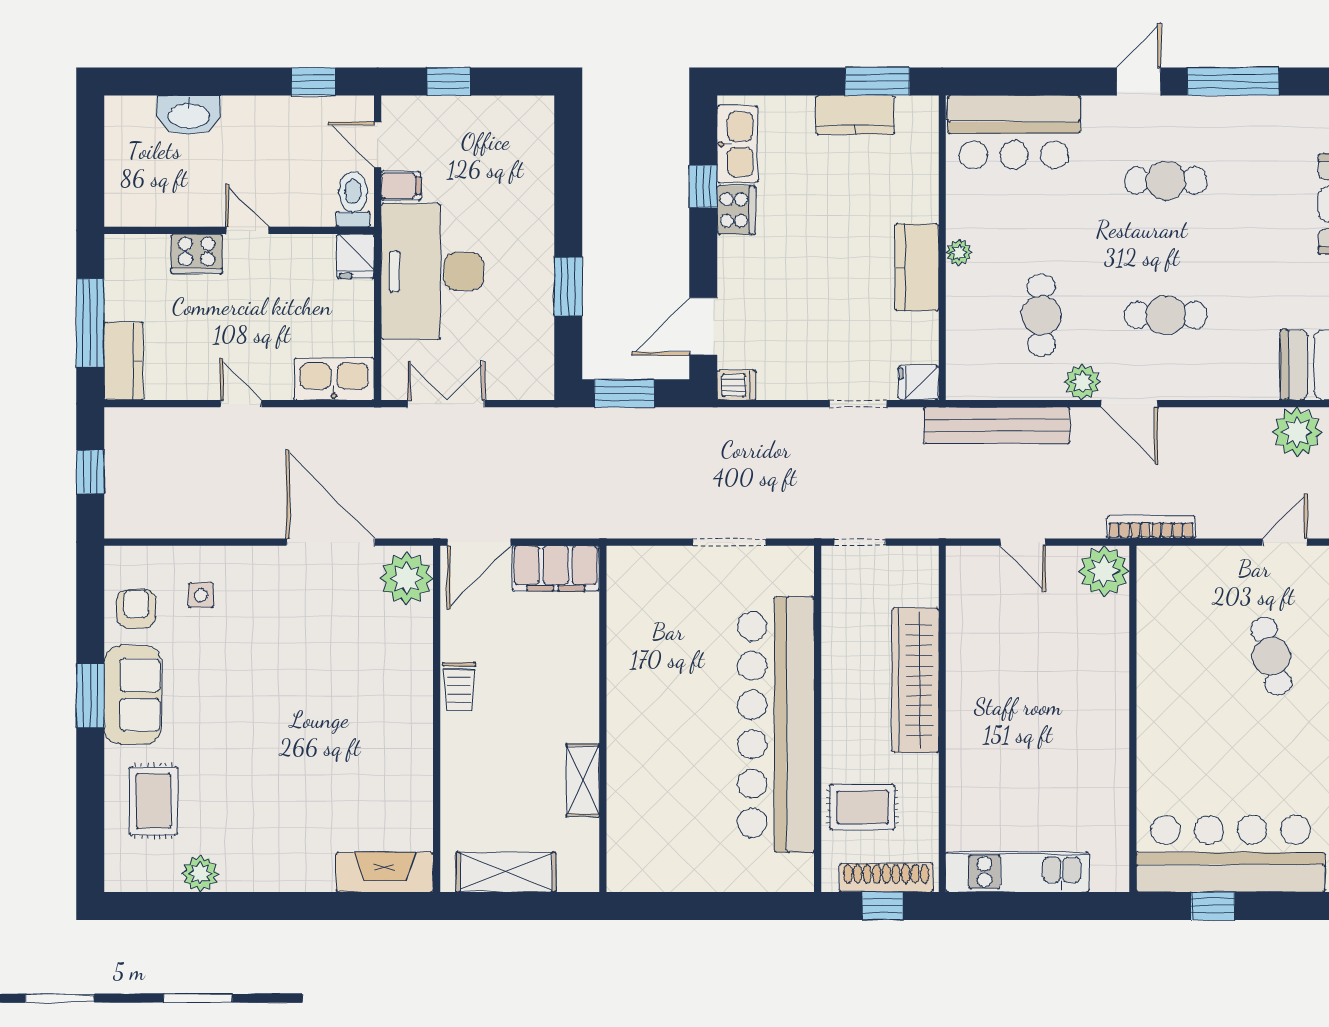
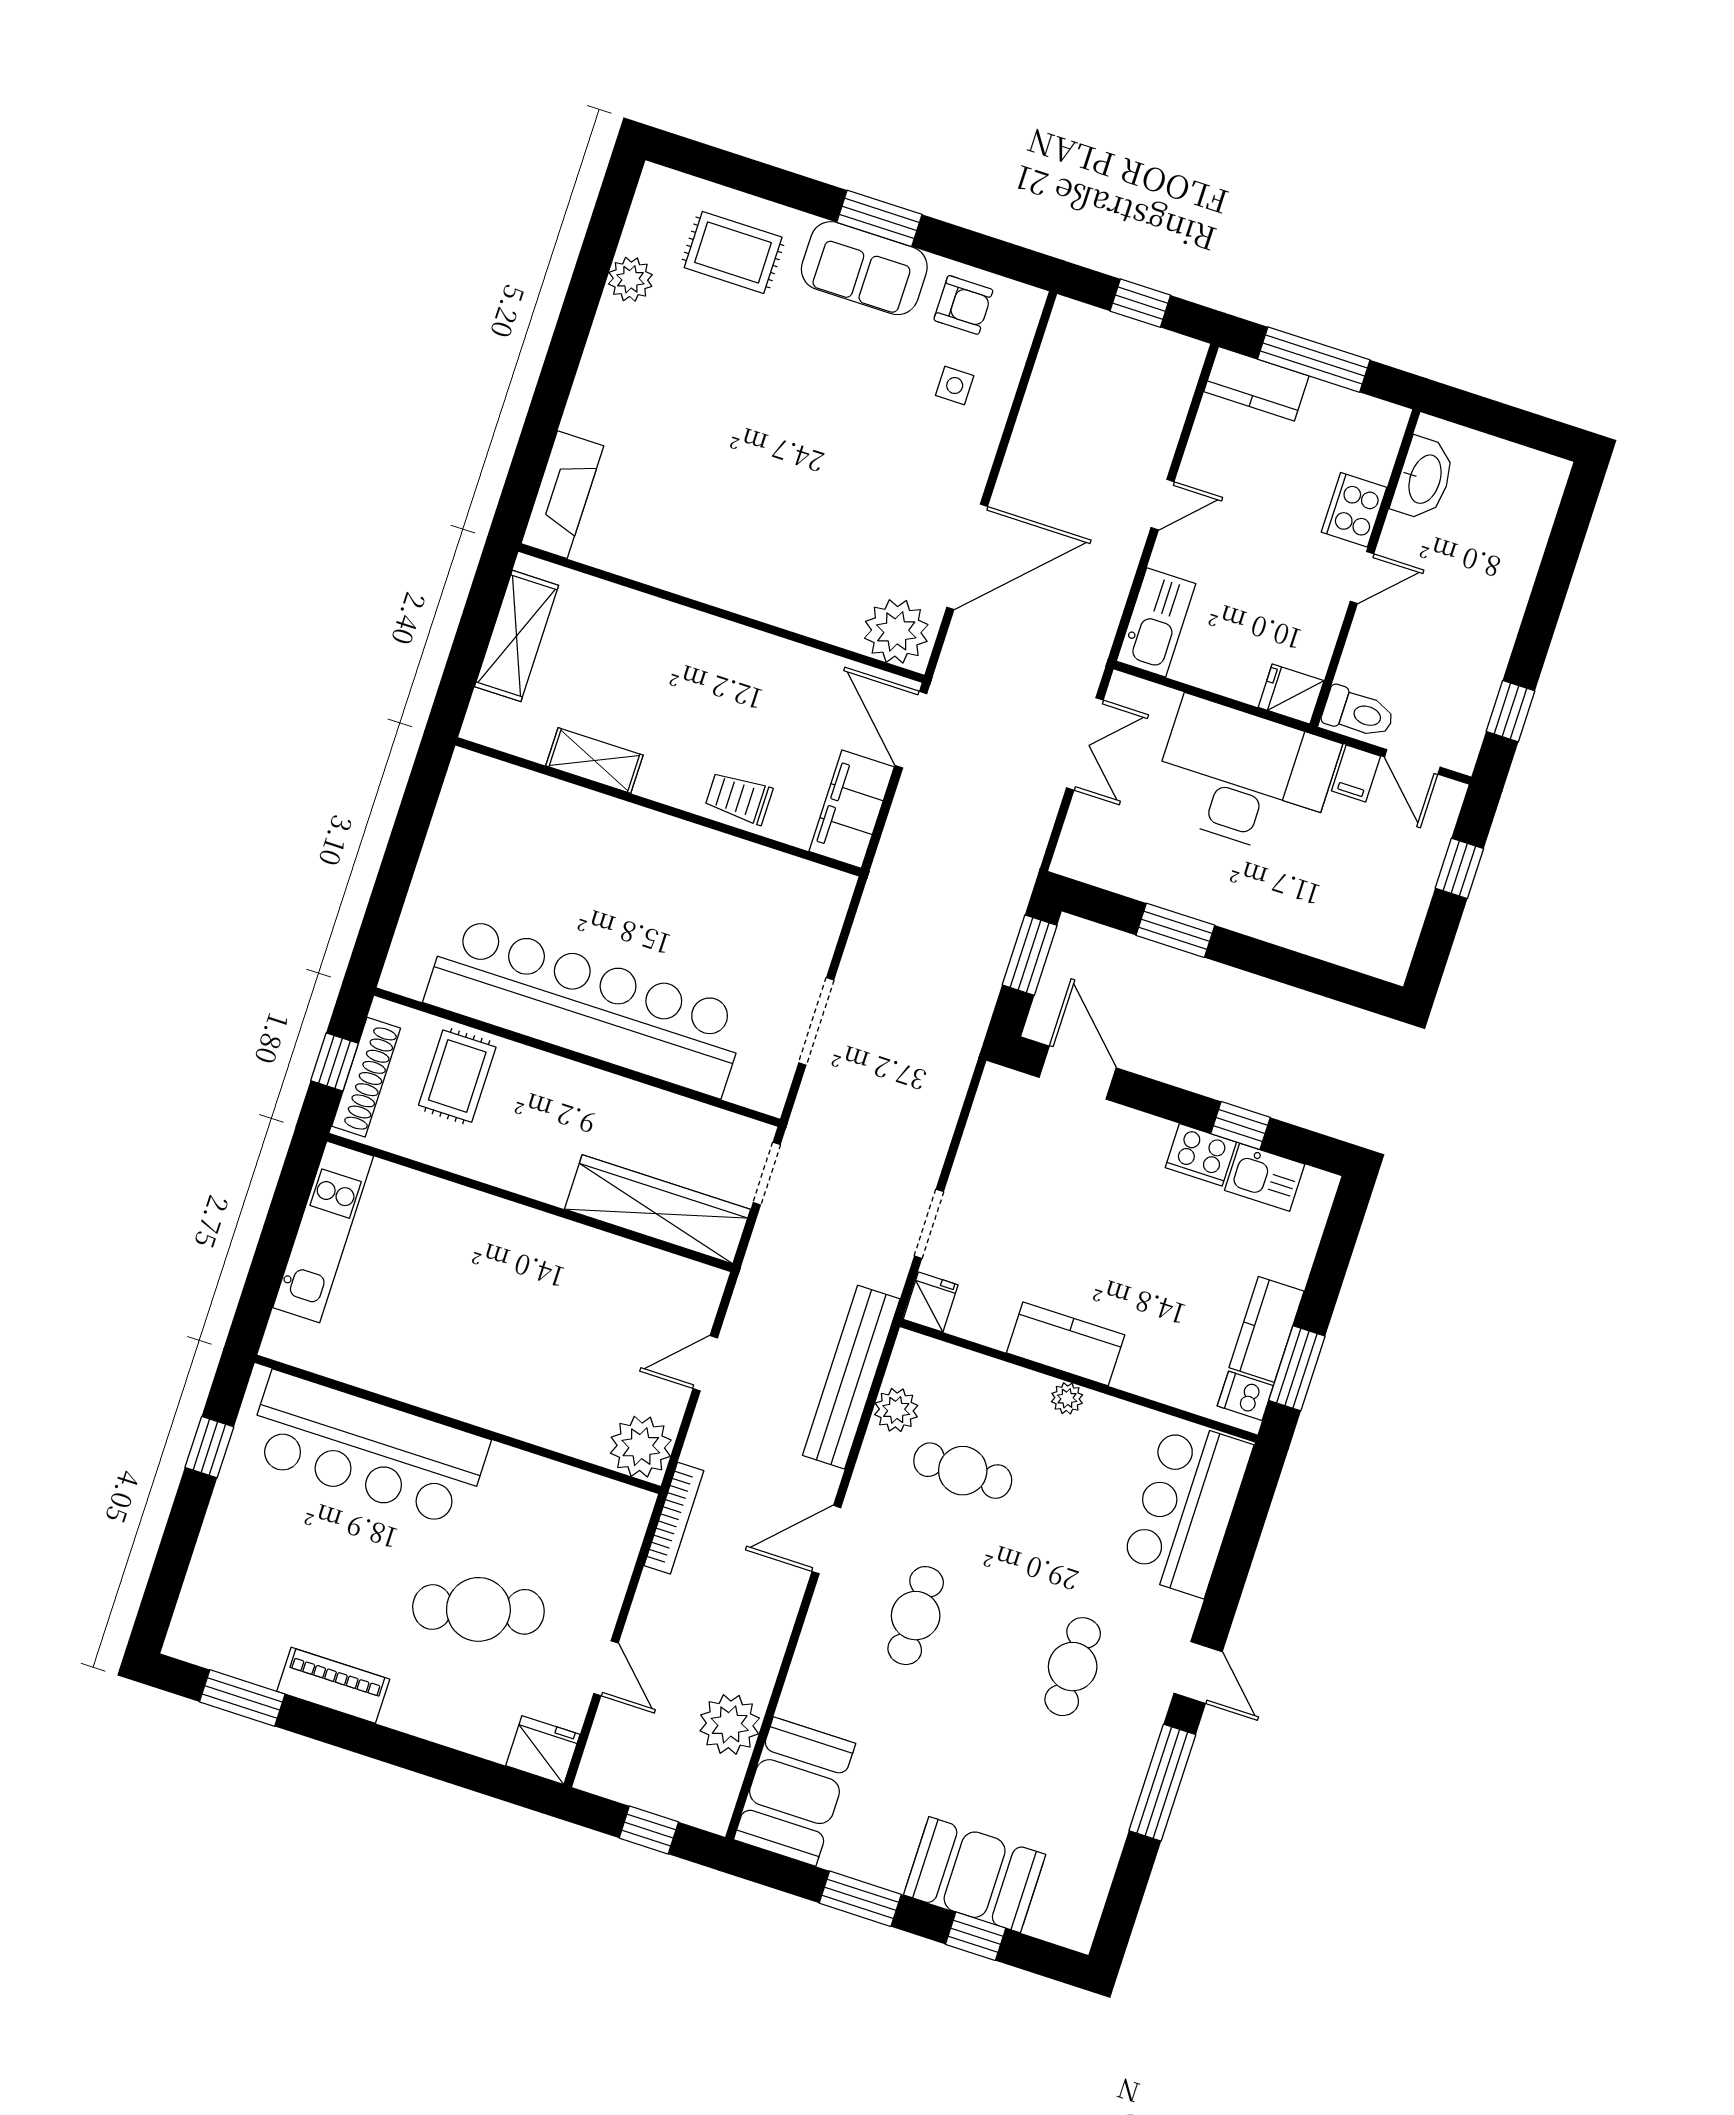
washbasin: (189, 115) -> (1424, 479), moved, turned 180
kitchen sink: (737, 144) -> (1265, 1177), width x0.73
door: (378, 145) -> (1412, 762), swing flipped
plant: (1082, 382) -> (896, 1410), moved
dishwasher: (736, 385) -> (1245, 1396), moved, turned 90
cafe table: (1271, 656) -> (478, 1609), width x1.37, depth x1.35
wardrobe: (915, 680) -> (658, 1209), moved
trolley: (459, 687) -> (739, 798), moved
bar counter: (1230, 854) -> (367, 1449), moved, turned 90

